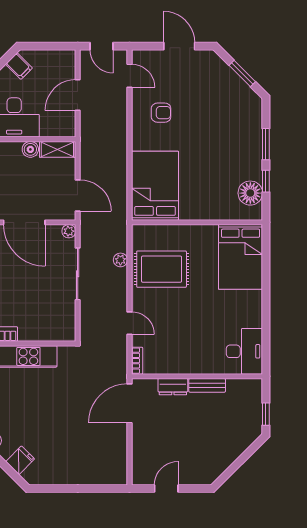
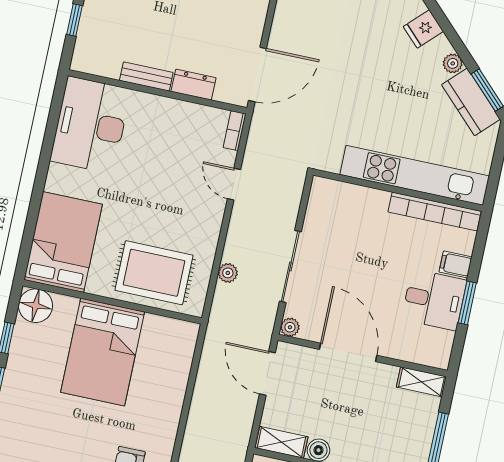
bed: (155, 186) -> (103, 352), moved
floor lamp: (250, 193) -> (36, 306), moved
rug: (162, 269) -> (154, 273), moved
desk: (244, 351) -> (90, 125), width x1.36, depth x1.30

